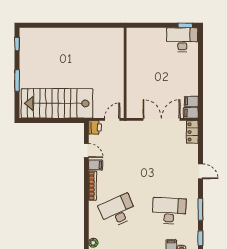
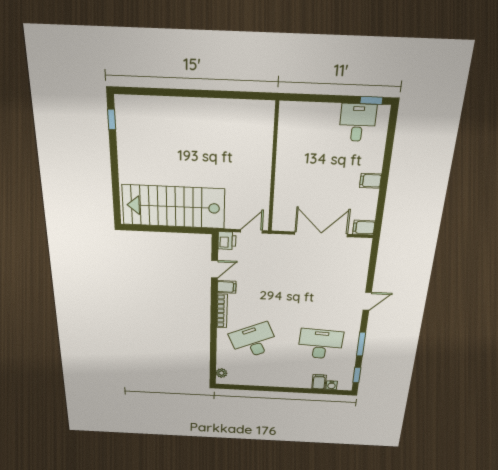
desk: (182, 40) -> (358, 123), width x0.73
window: (17, 80) -> (115, 173), removed
filing cabinet: (191, 101) -> (370, 181), moved
locker: (192, 132) -> (363, 252), removed
door: (86, 151) -> (214, 269), hinge flipped
door: (200, 171) -> (367, 301), hinge flipped

